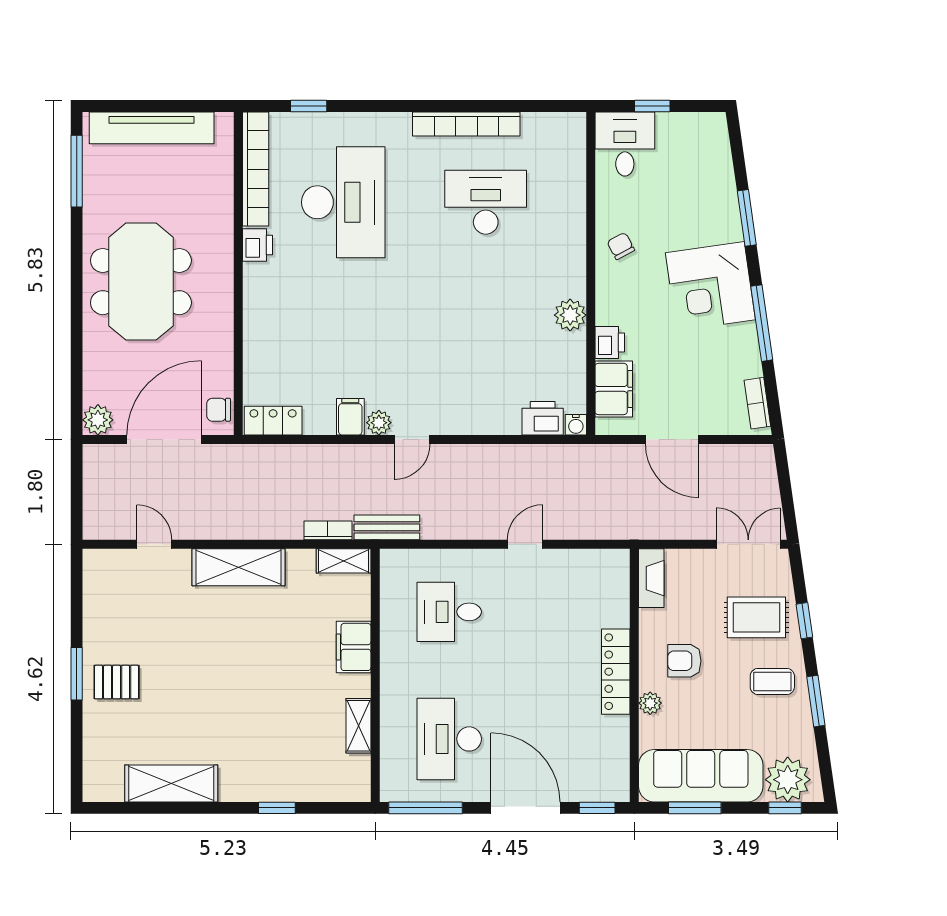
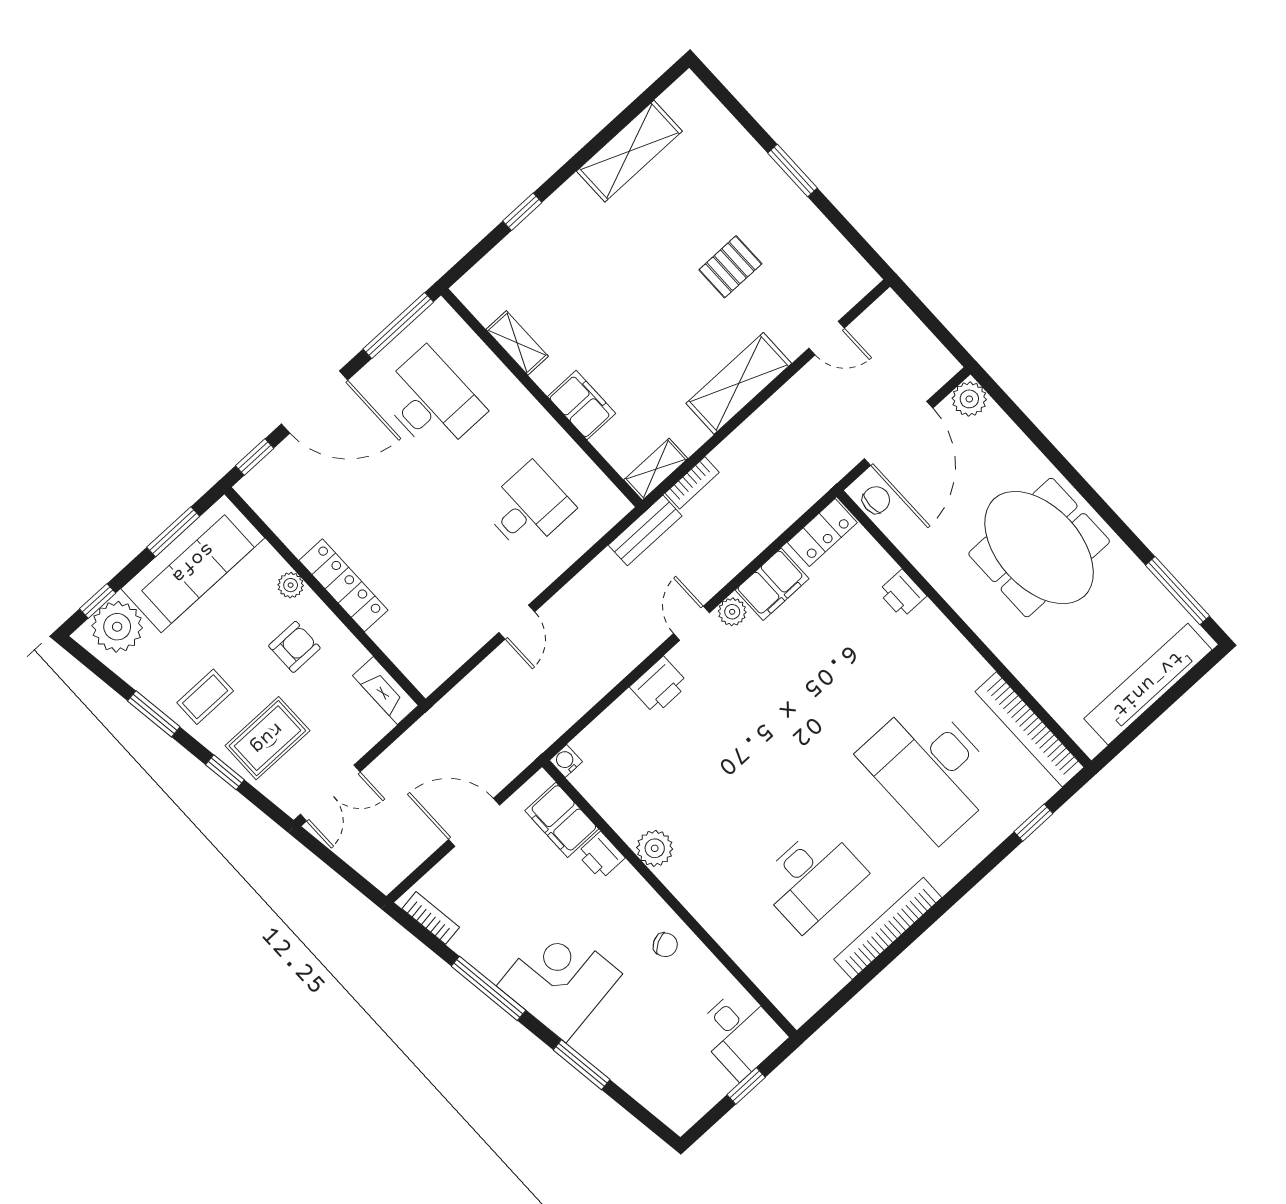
printer: (258, 245) -> (902, 594), moved
filing cabinet: (350, 417) -> (772, 584), width x2.00
printer: (543, 418) -> (659, 685), moved
pallet: (117, 682) -> (730, 267), moved

